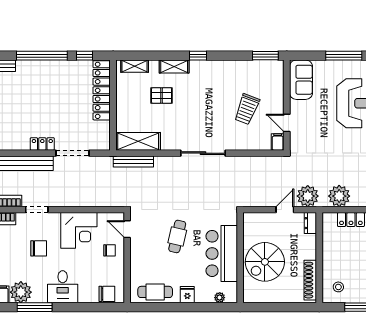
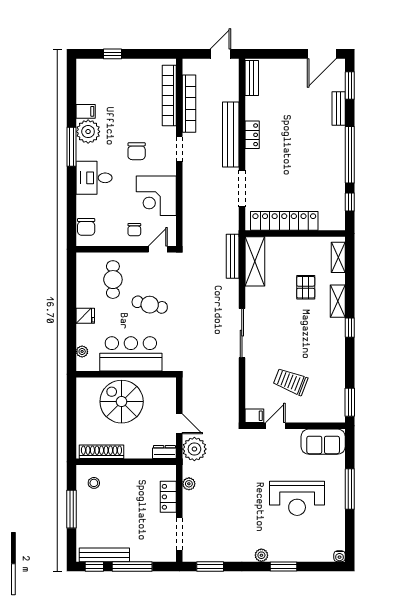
locker: (102, 90) -> (284, 221), moved
locker: (42, 144) -> (252, 135), moved
plant: (339, 196) -> (189, 484), width x0.53, depth x0.53
cafe table: (155, 292) -> (113, 280), moved

